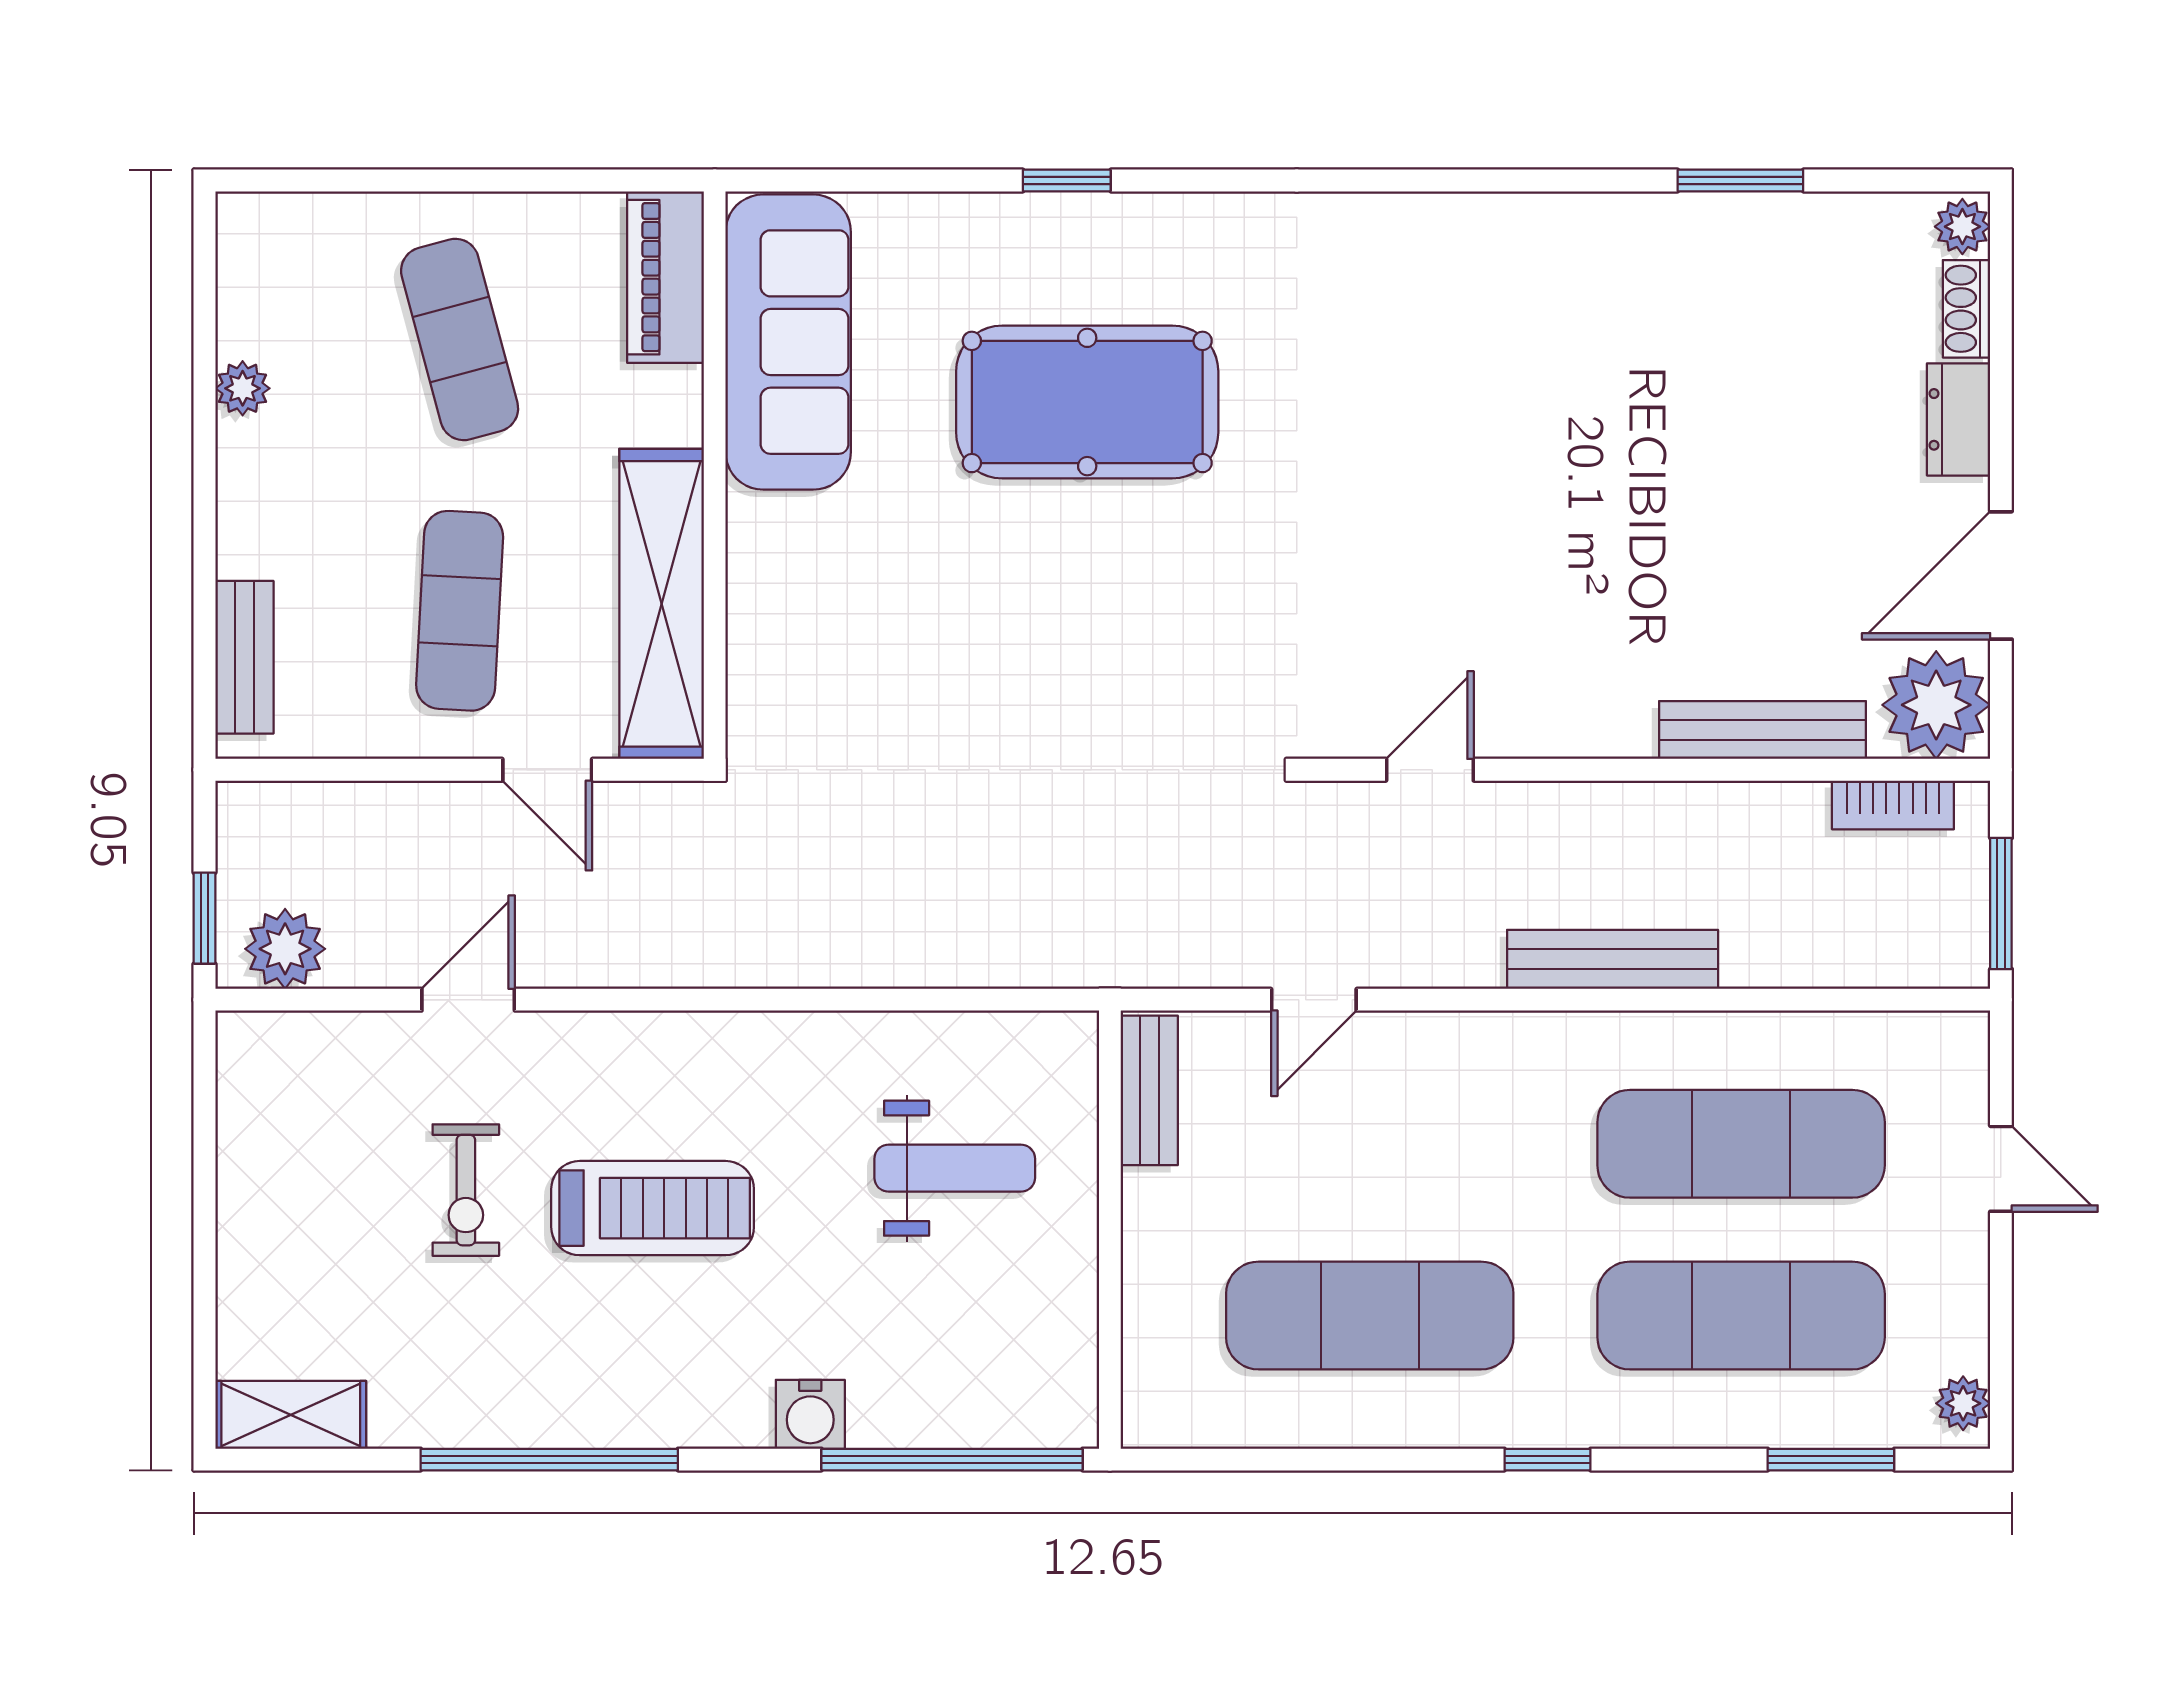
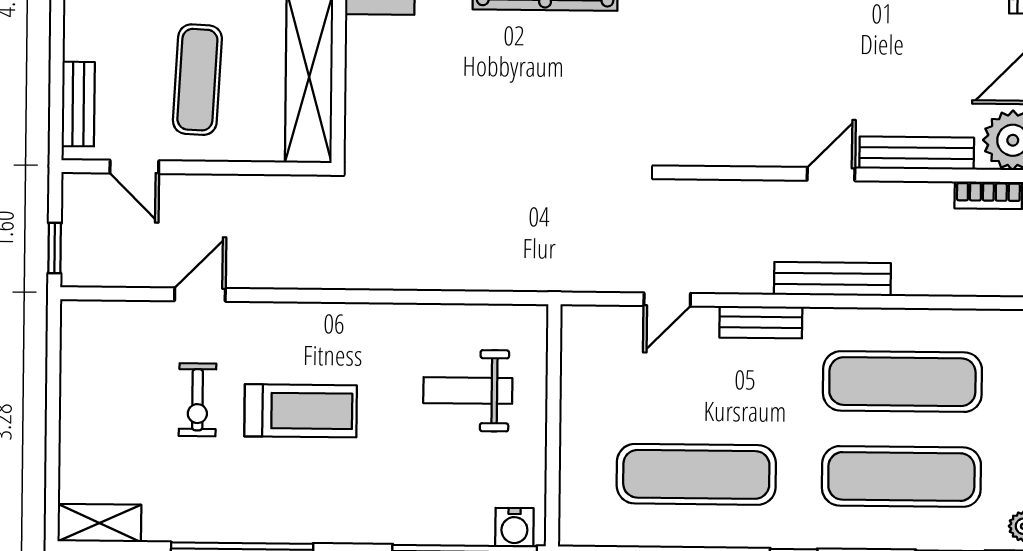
door: (547, 770) -> (134, 167), moved
door: (1430, 770) -> (831, 174), moved
plant: (285, 949) -> (99, 265), removed
bench: (1149, 1090) -> (761, 322), moved, turned 90
weight bench: (955, 1168) -> (468, 391), turned 180
water cooler: (810, 1414) -> (514, 527), moved

